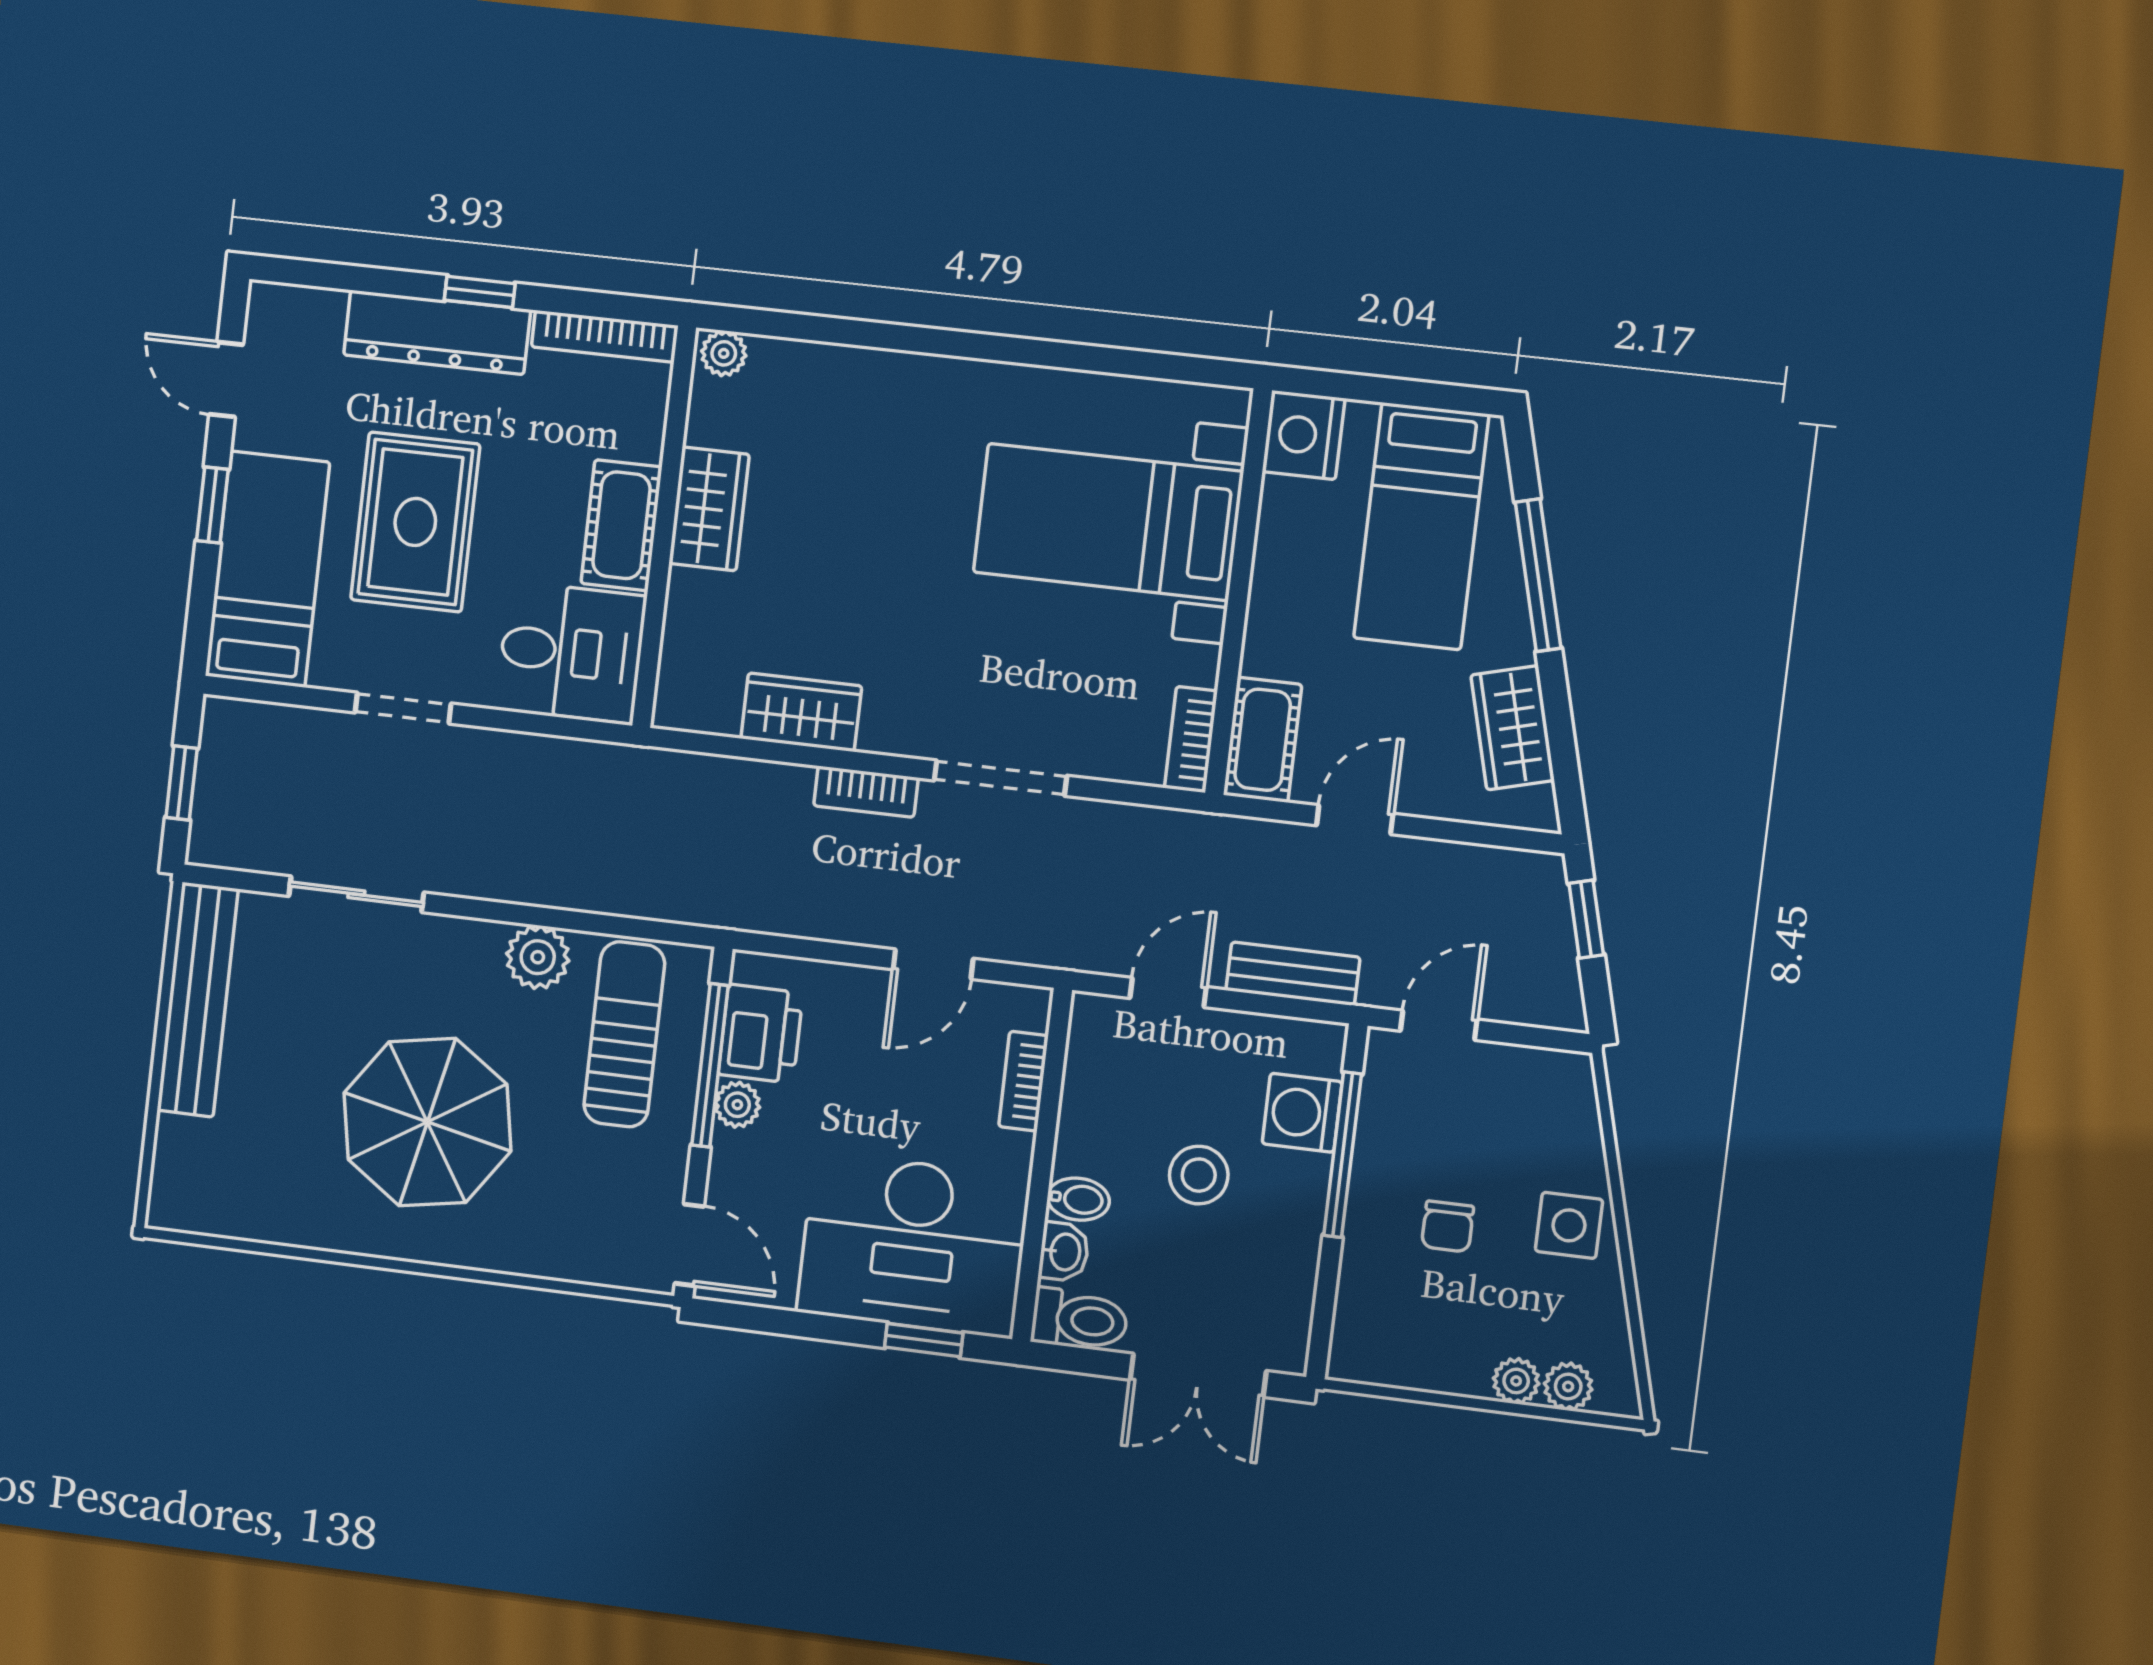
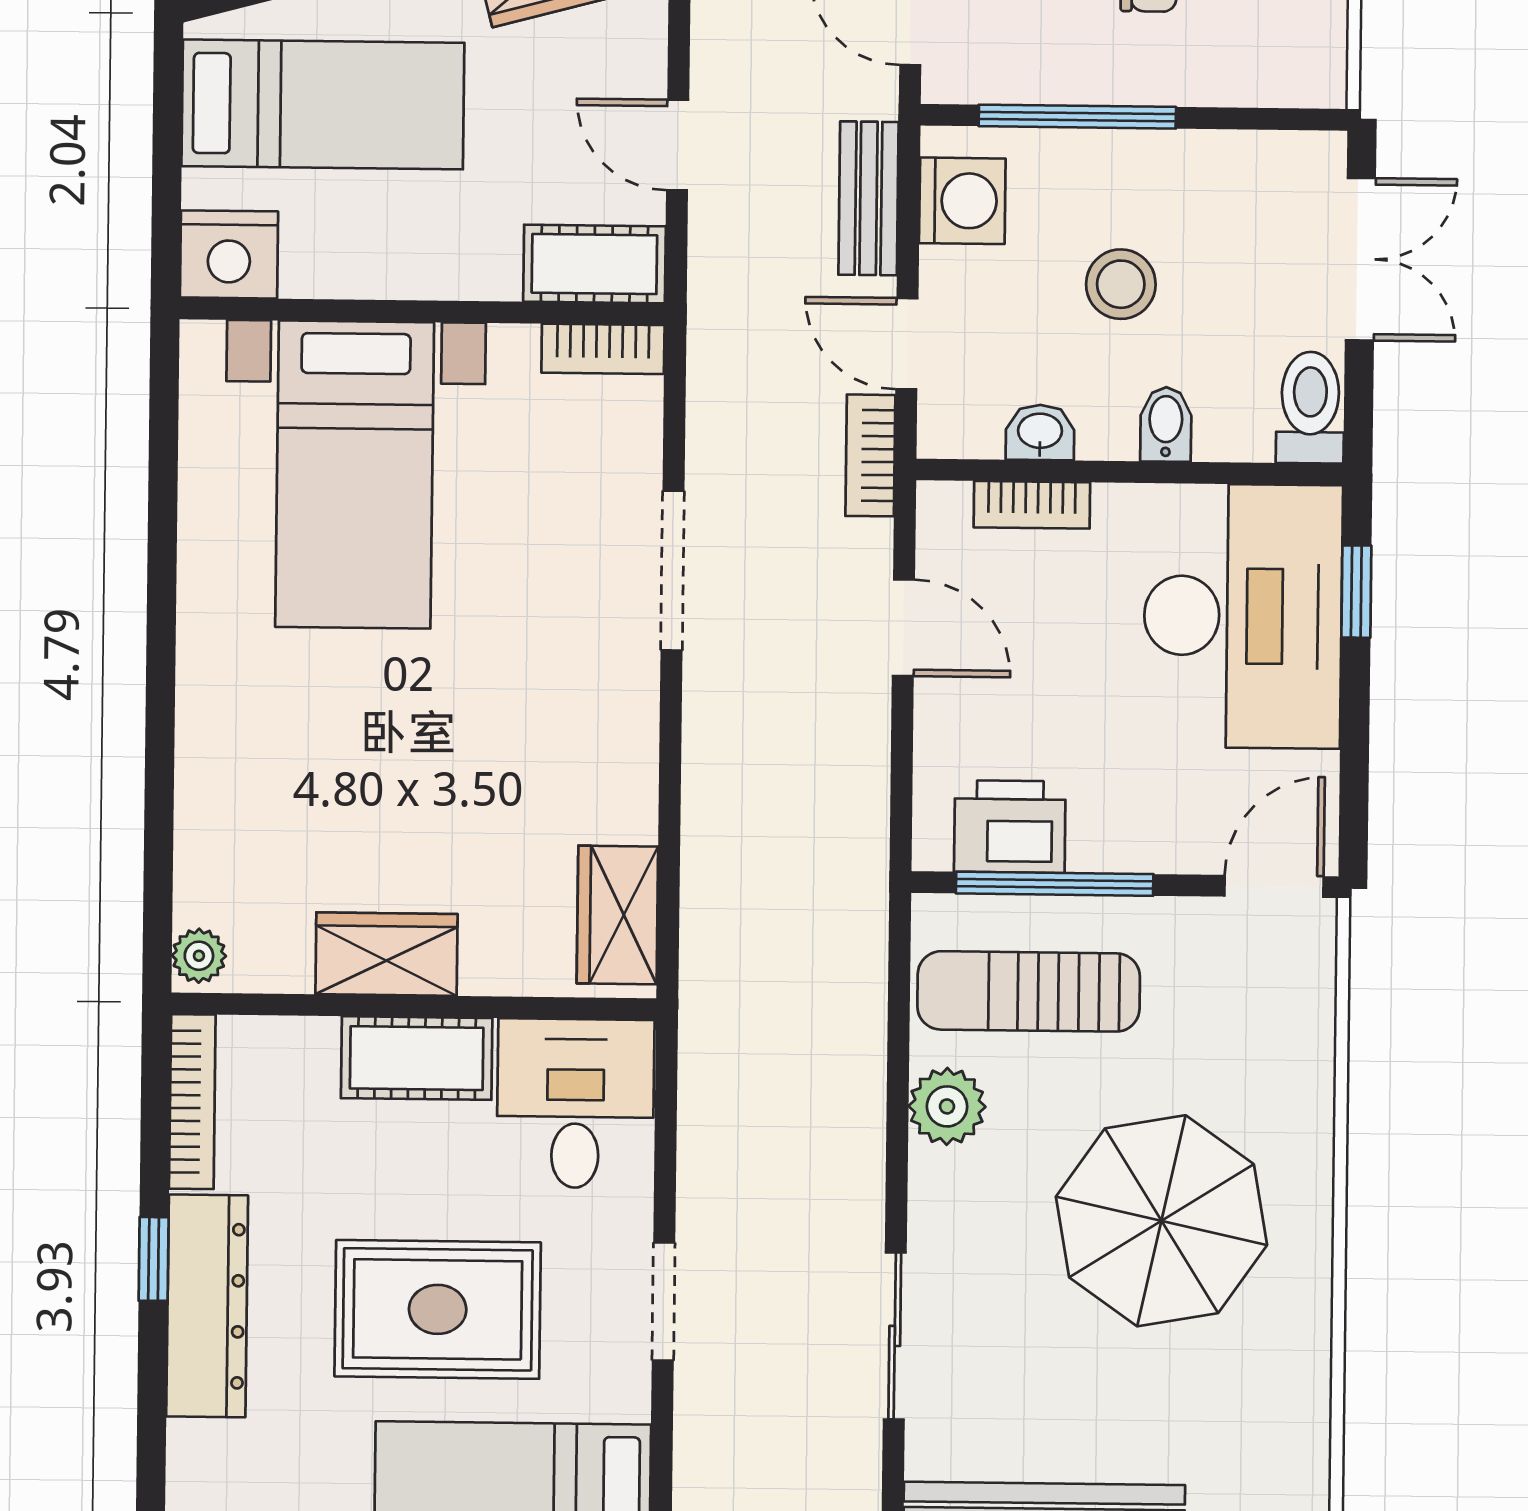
wardrobe: (801, 712) -> (617, 915), moved
bookcase: (866, 792) -> (870, 455), moved, turned 180
plant: (737, 1105) -> (1098, 846), removed
washing machine: (1302, 1113) -> (962, 201), moved, turned -90
washbasin: (1064, 1252) -> (1040, 432), moved

